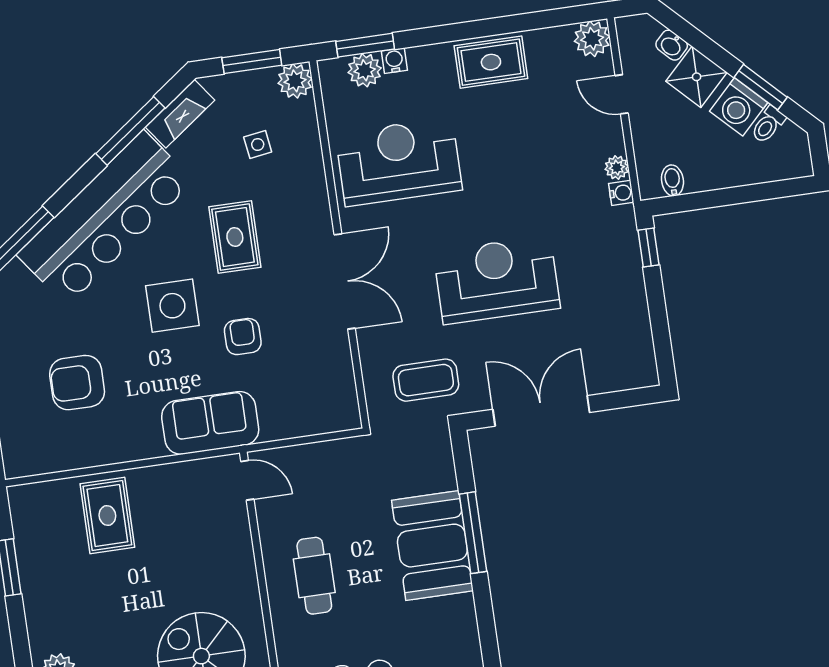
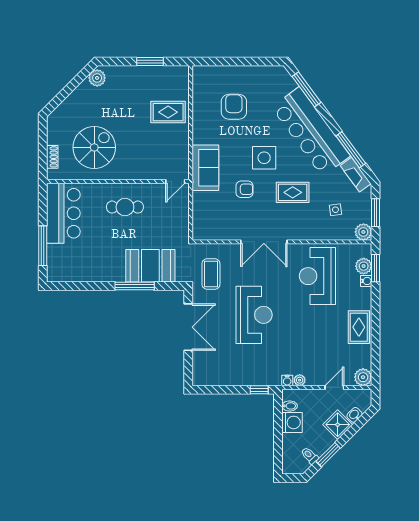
washing machine: (739, 107) -> (292, 422), moved, turned 135
reception desk: (399, 162) -> (317, 276), turned 180
booth: (432, 546) -> (150, 266), moved

